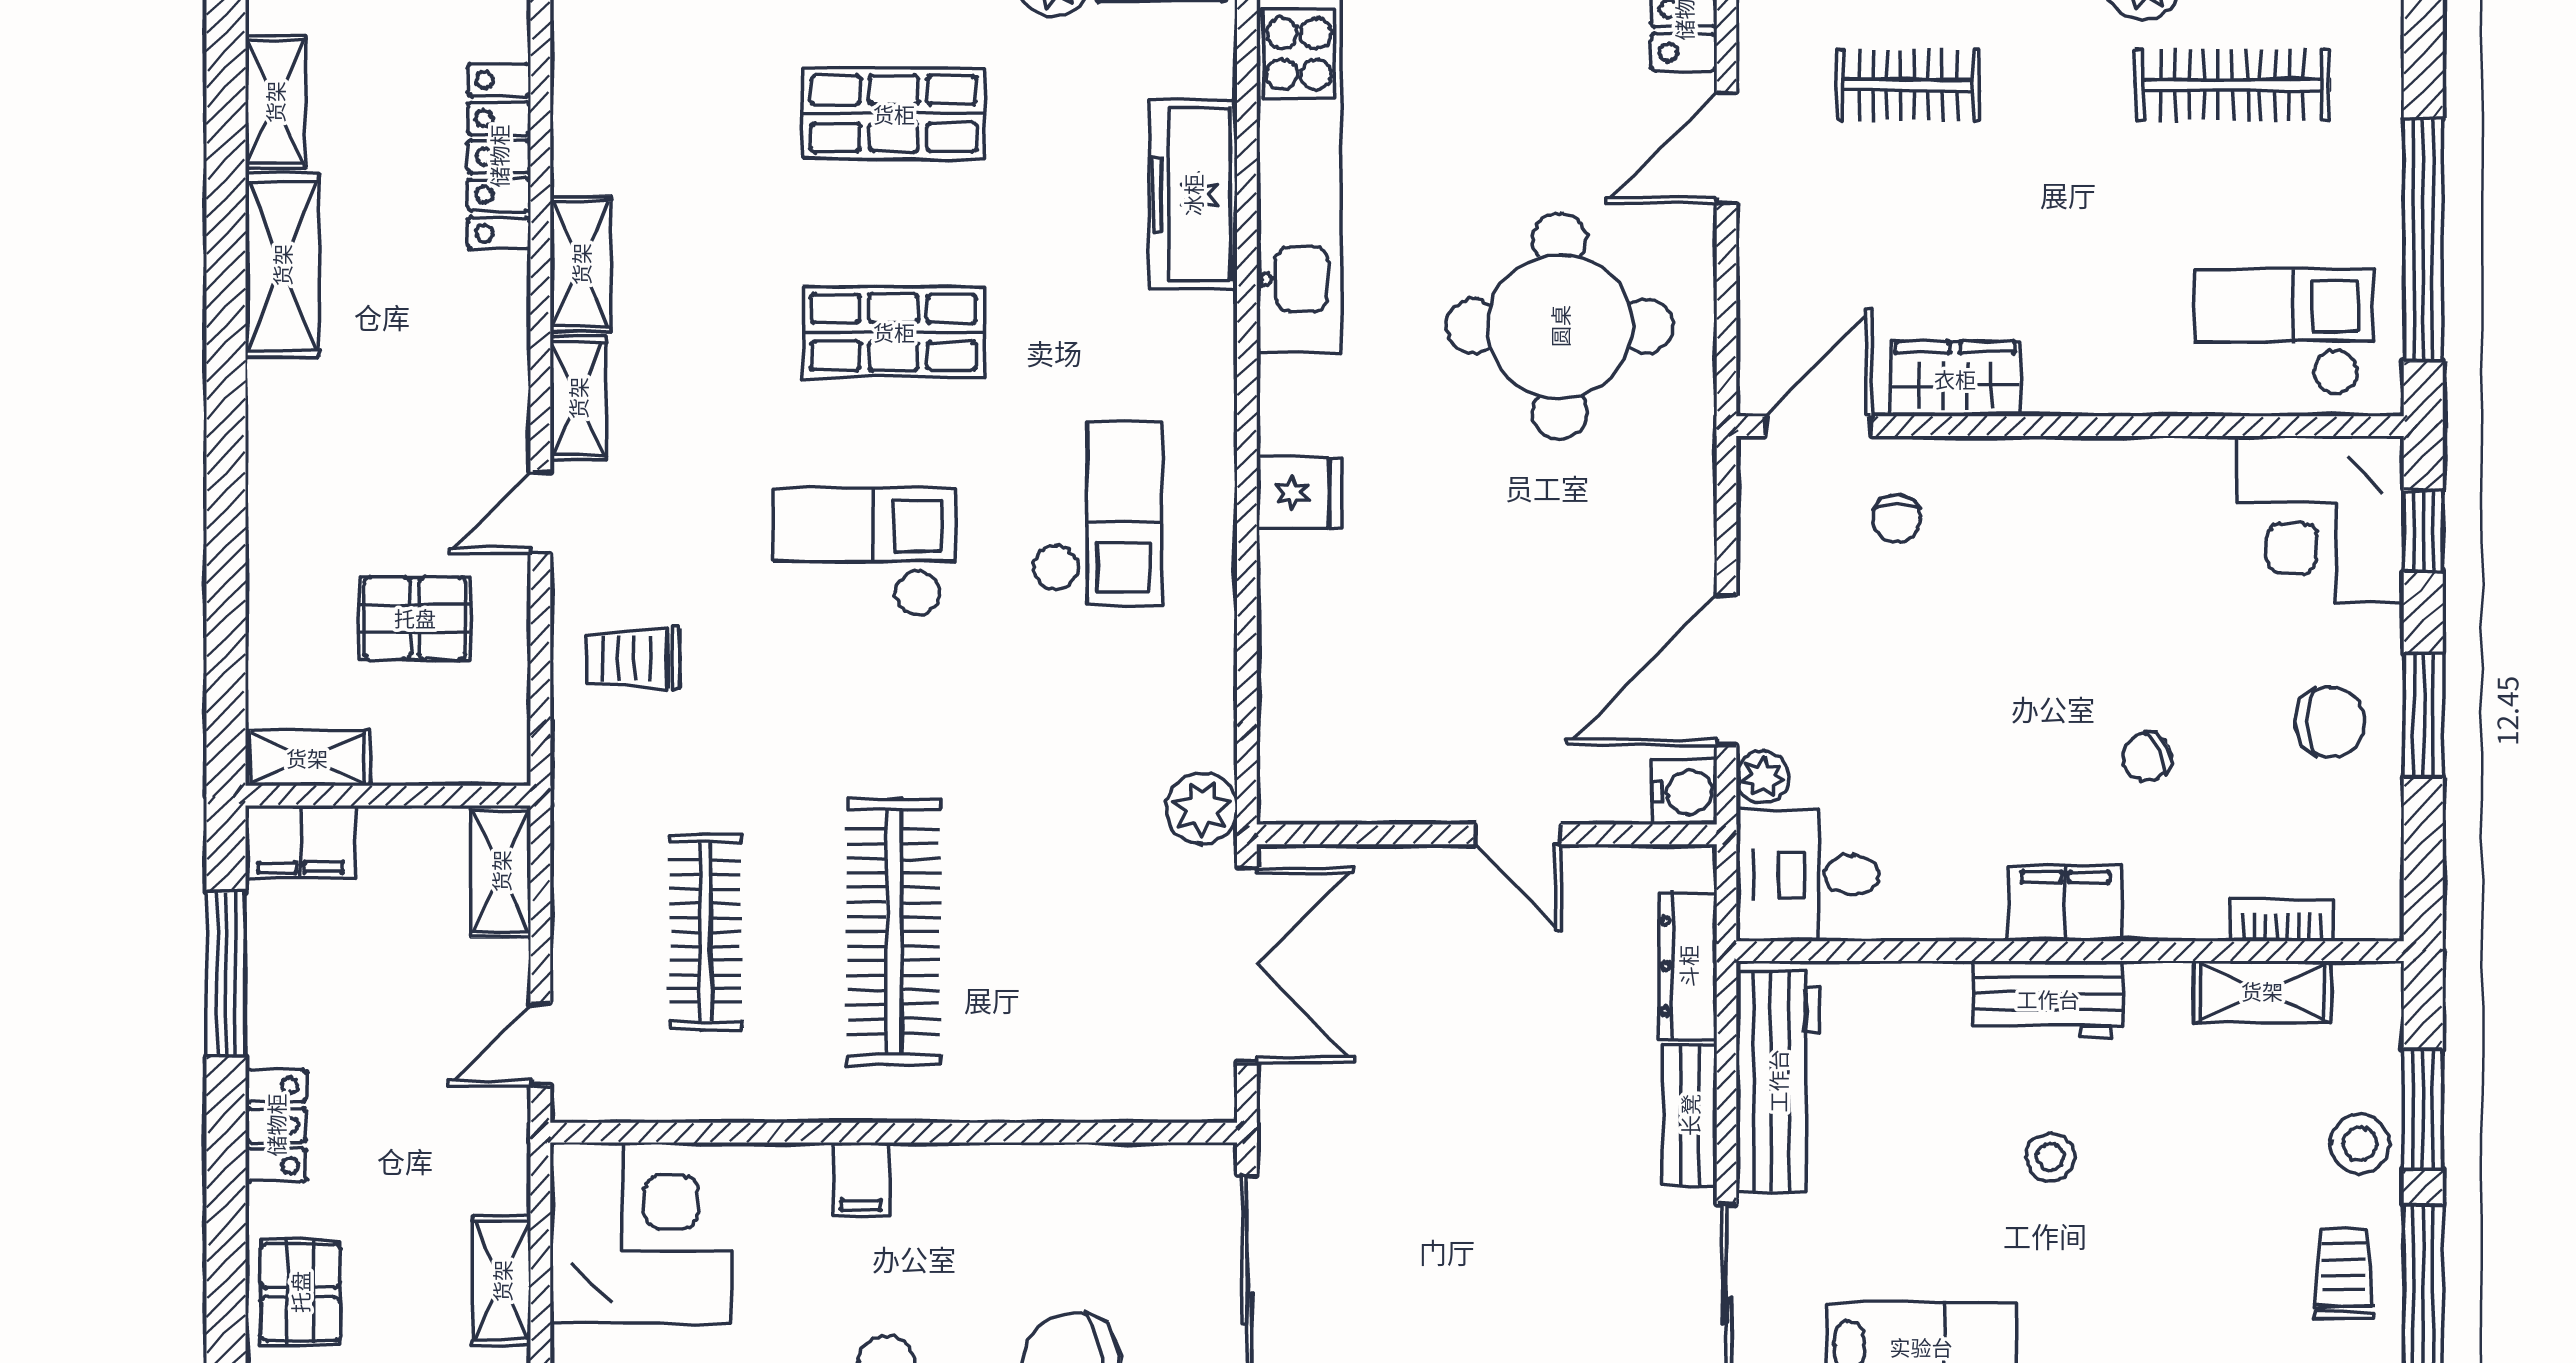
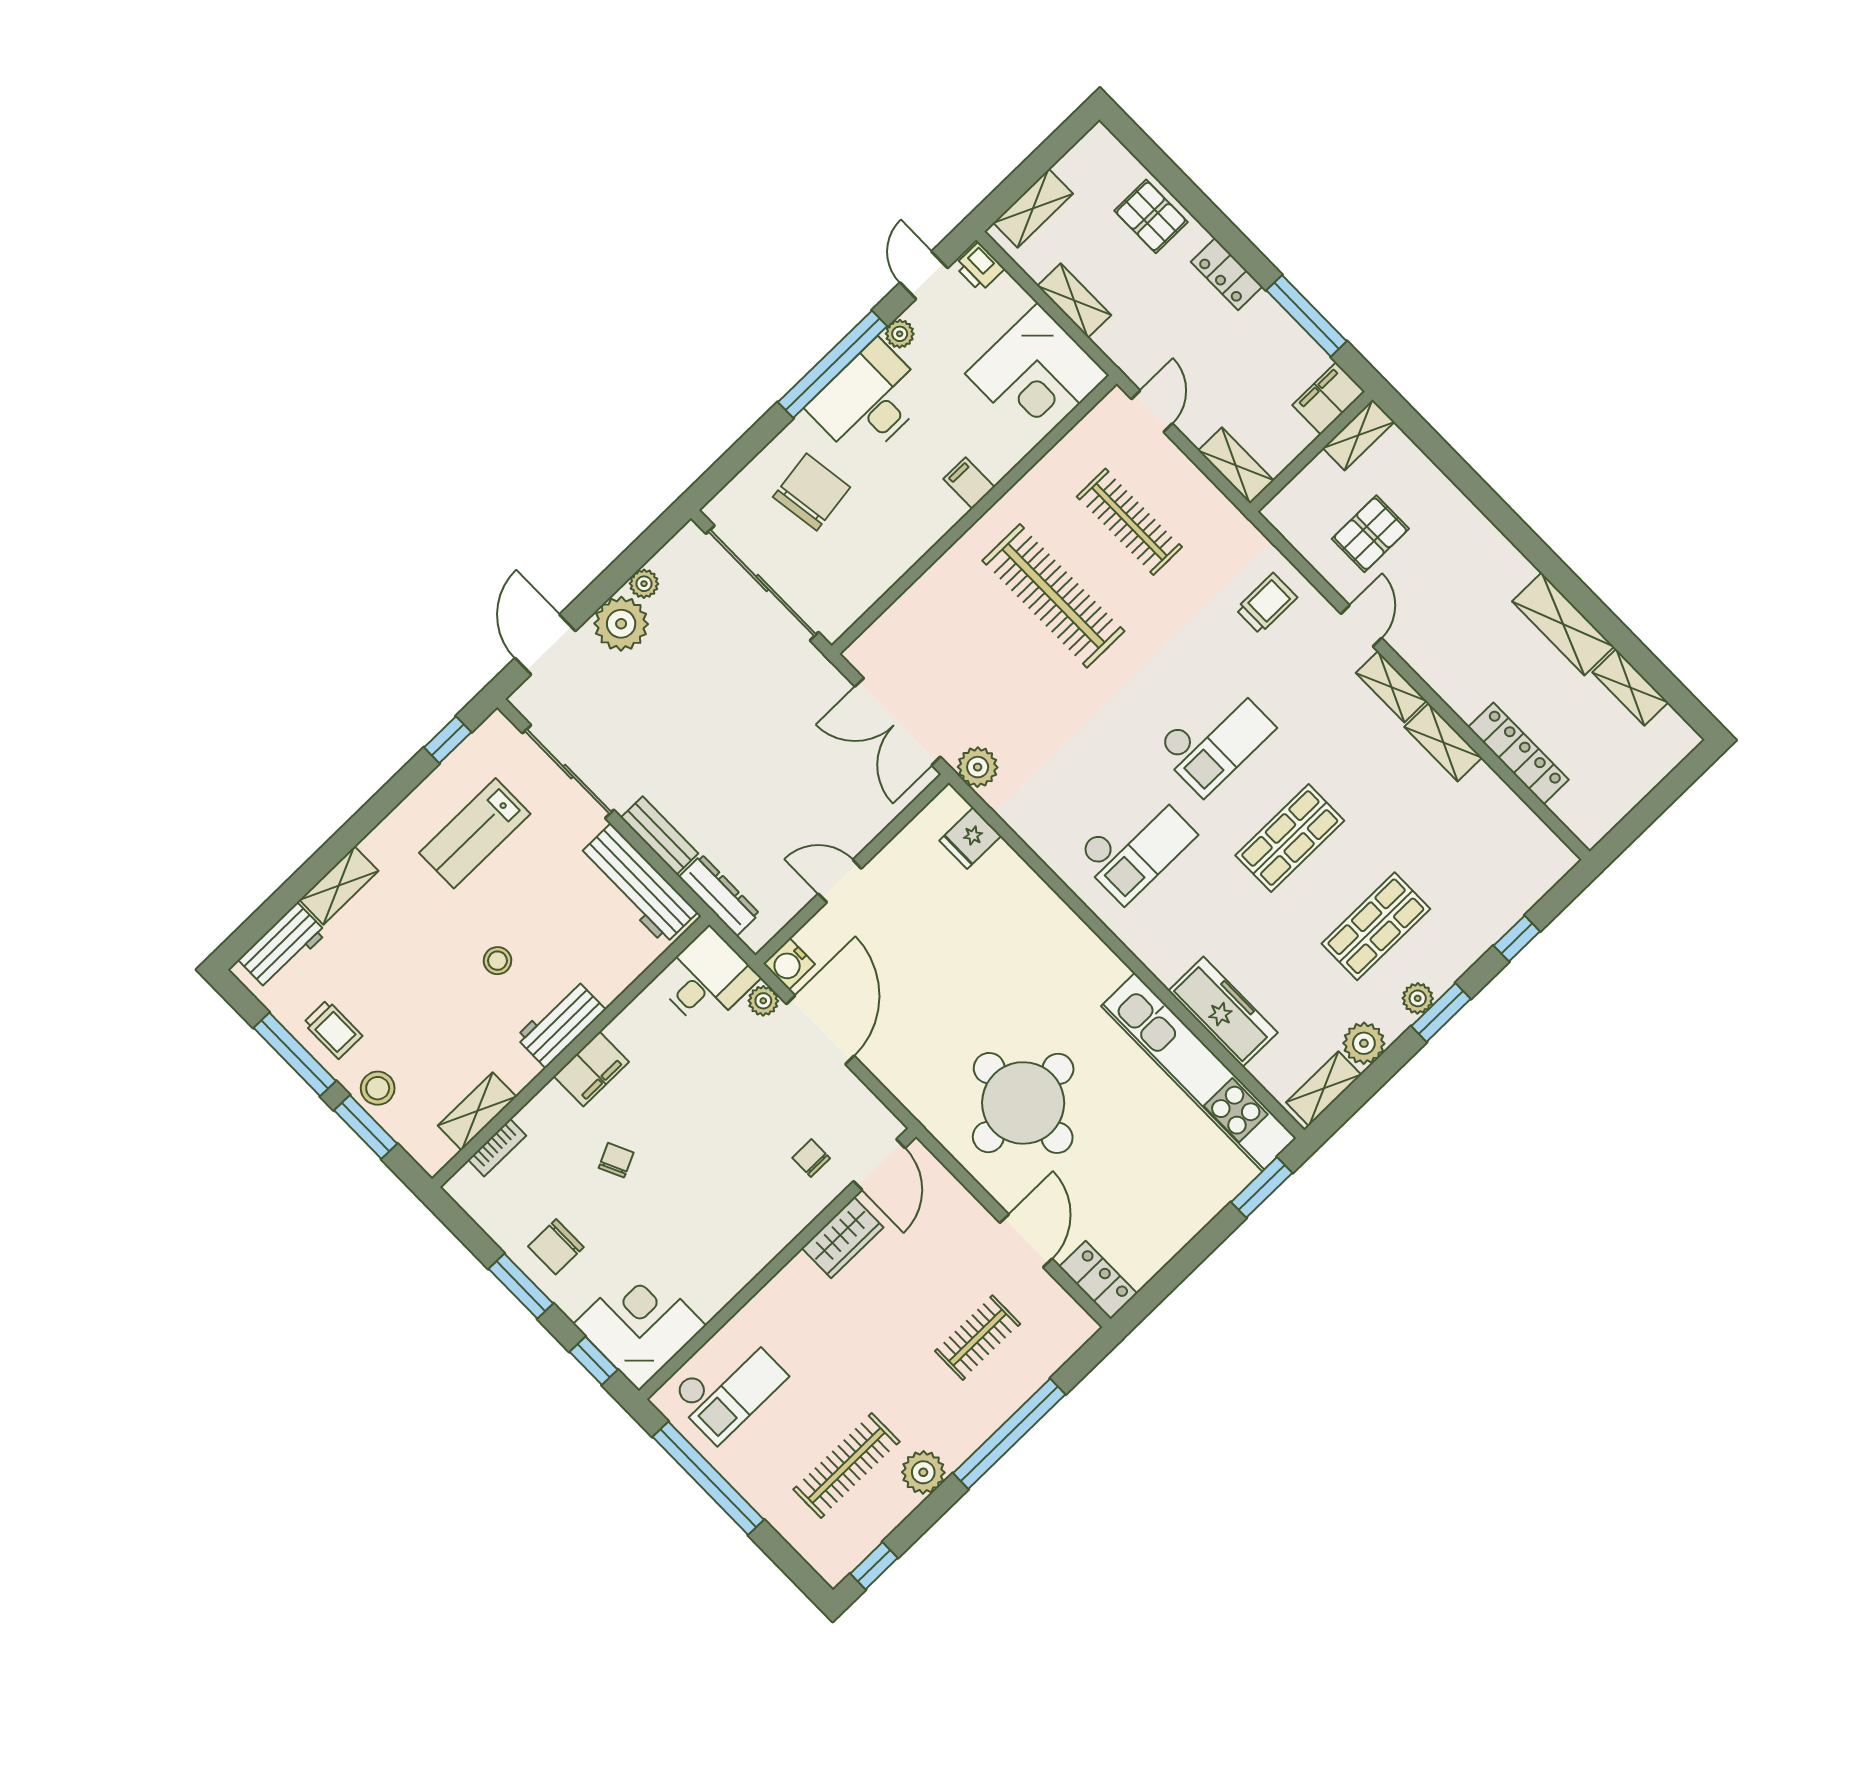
fridge: (1299, 493) -> (970, 838), moved
checkout: (1097, 514) -> (1136, 845), turned -90

